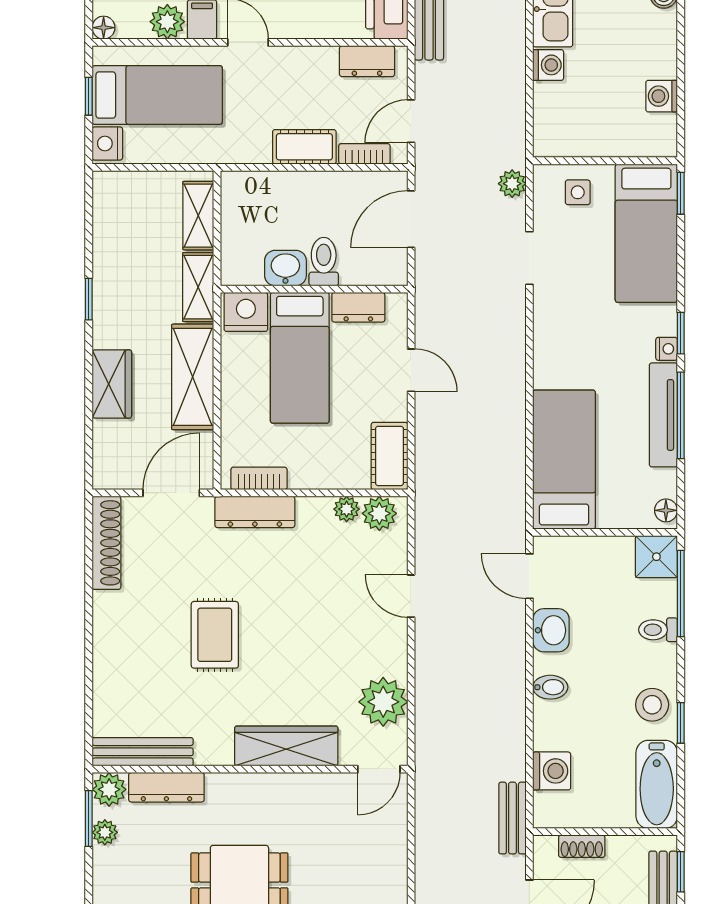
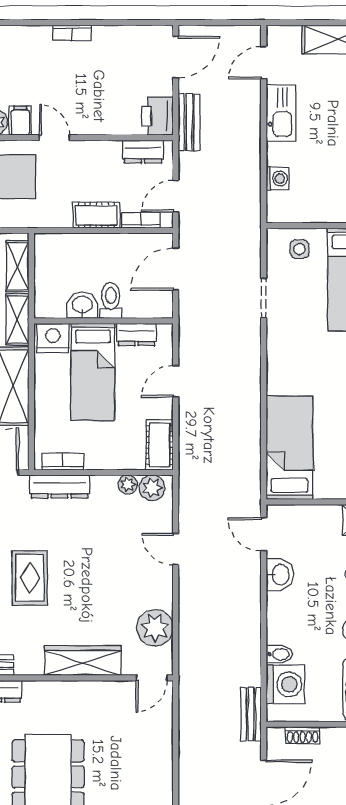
washing machine: (548, 65) -> (278, 178), moved
plant: (512, 184) -> (251, 243), removed
door: (411, 370) -> (176, 381), swing flipped
bidet: (550, 687) -> (279, 654), moved
washing machine: (552, 771) -> (285, 684), width x1.37, depth x1.37

